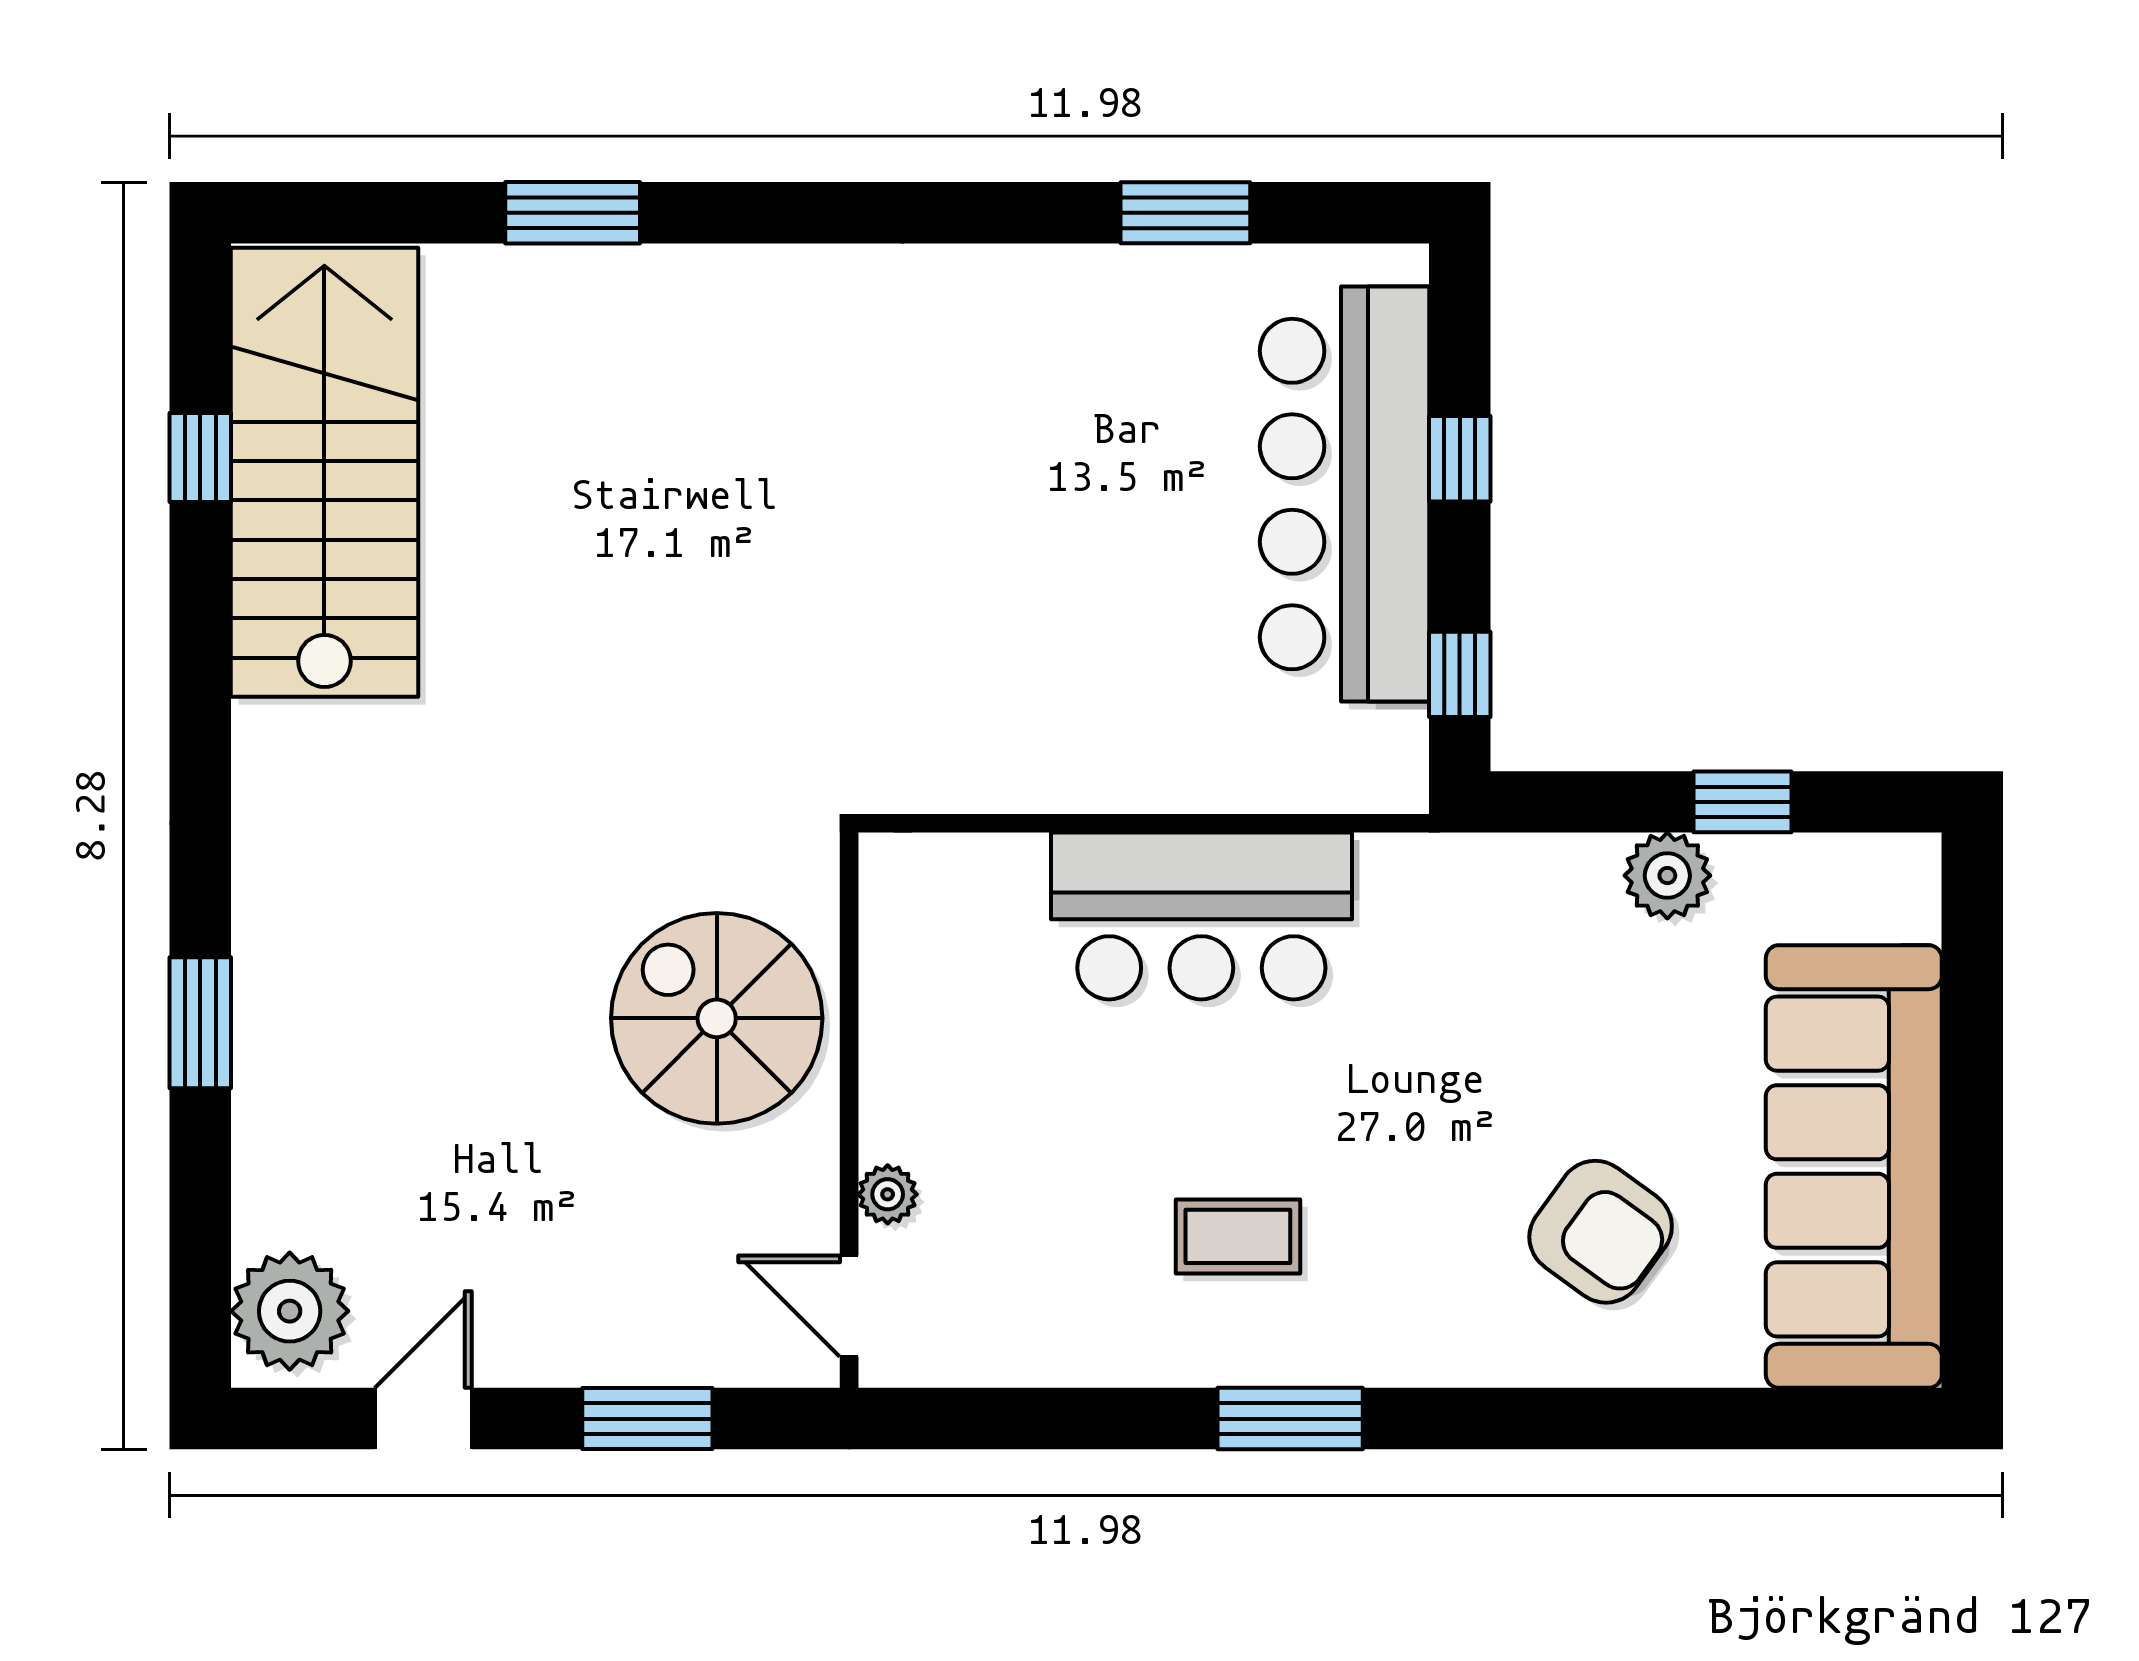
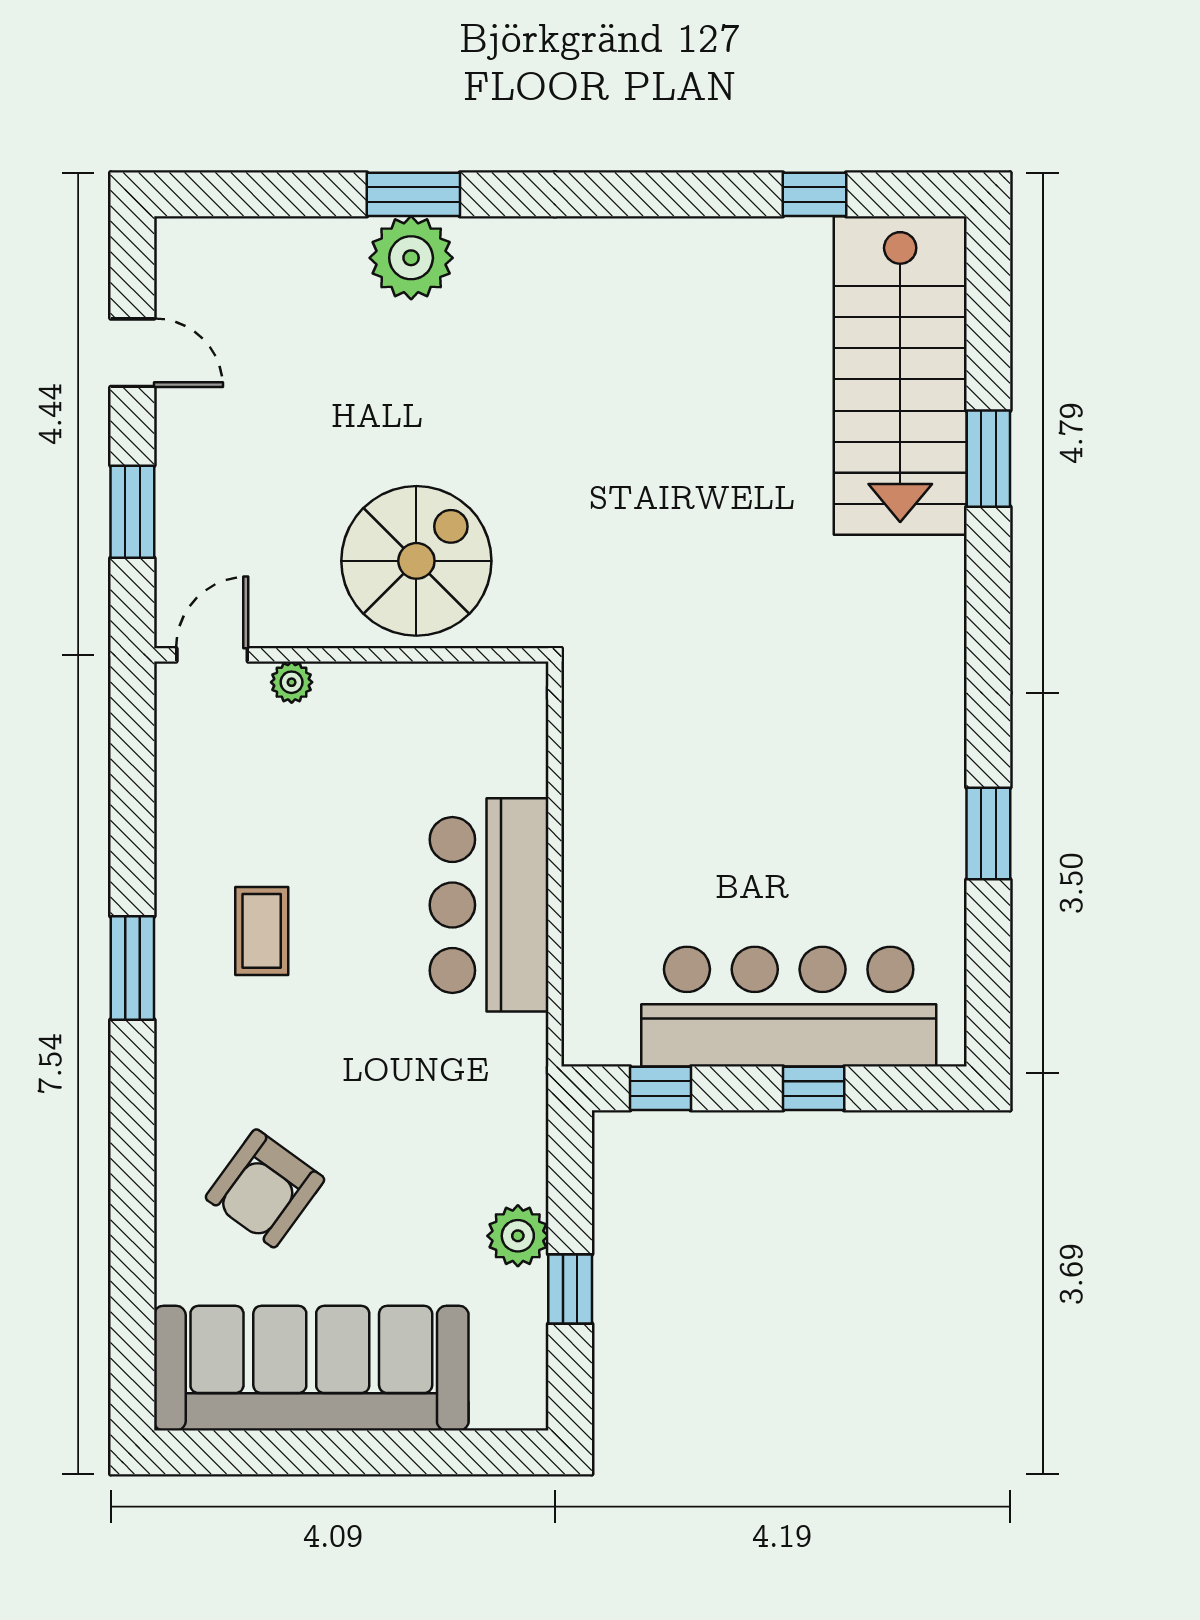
window: (1185, 213) -> (988, 834), moved
stairs: (324, 472) -> (900, 376), moved, turned 90
plant: (290, 1311) -> (411, 258), moved

